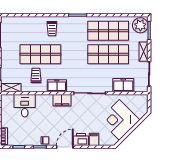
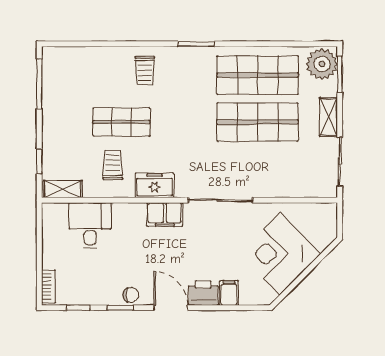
shop shelf: (40, 54) -> (121, 122), width x0.70, depth x0.74
freezer: (123, 85) -> (288, 184), removed
door: (65, 147) -> (171, 308), hinge flipped

